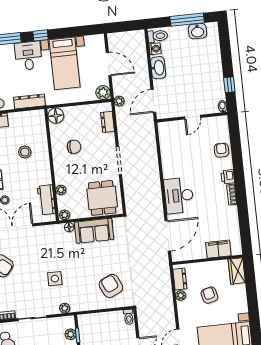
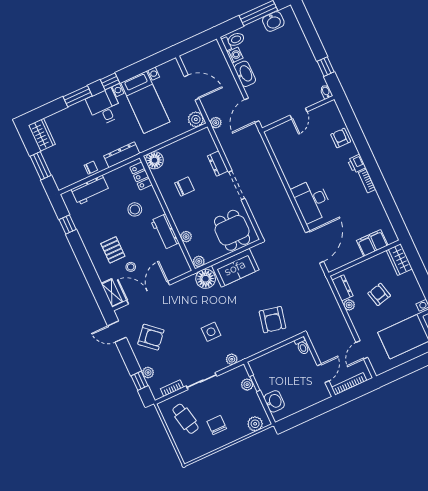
dresser: (107, 122) -> (218, 163), moved
locker: (40, 125) -> (141, 176), added
workbench: (46, 200) -> (165, 232), moved
floor lamp: (69, 227) -> (206, 279), width x1.89, depth x1.89
armchair: (111, 286) -> (273, 320), turned -143

